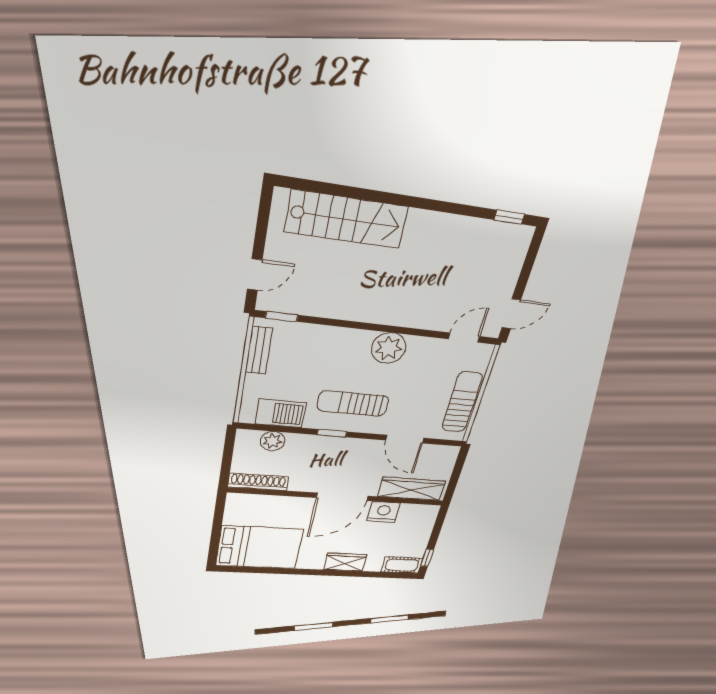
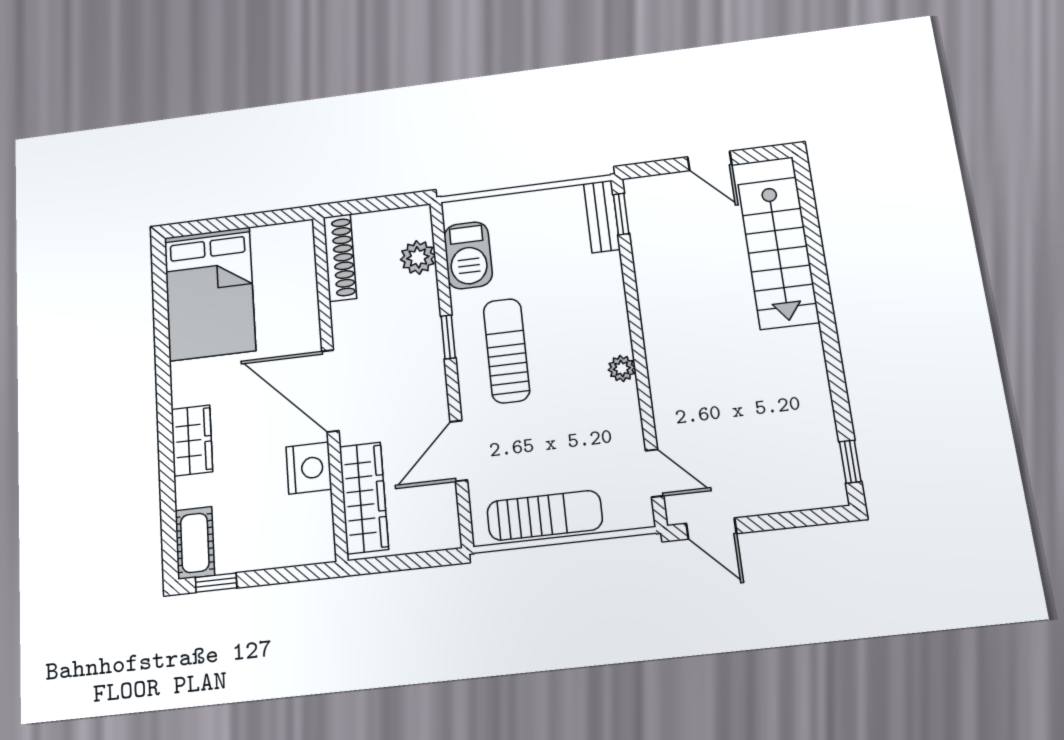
door: (255, 275) -> (710, 161), moved
plant: (389, 348) -> (622, 369), width x0.53, depth x0.53
bench: (259, 351) -> (602, 216), moved, turned 90

